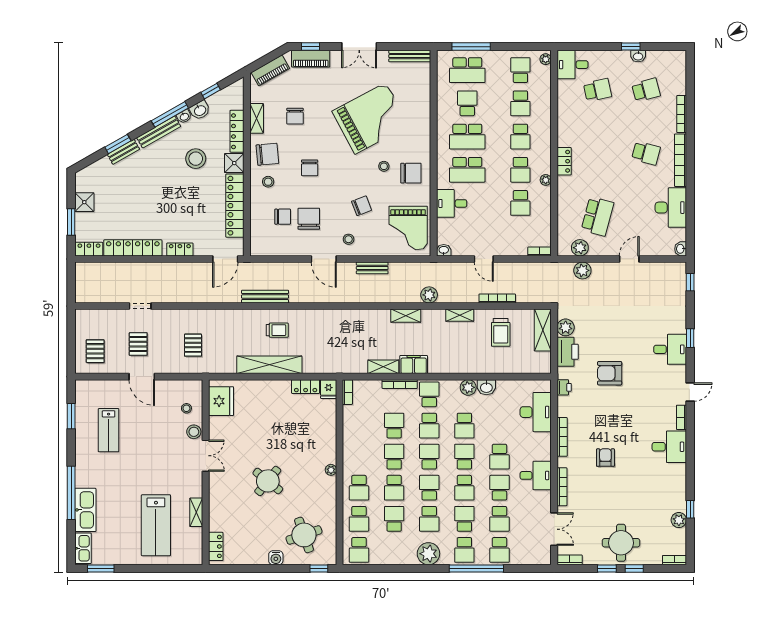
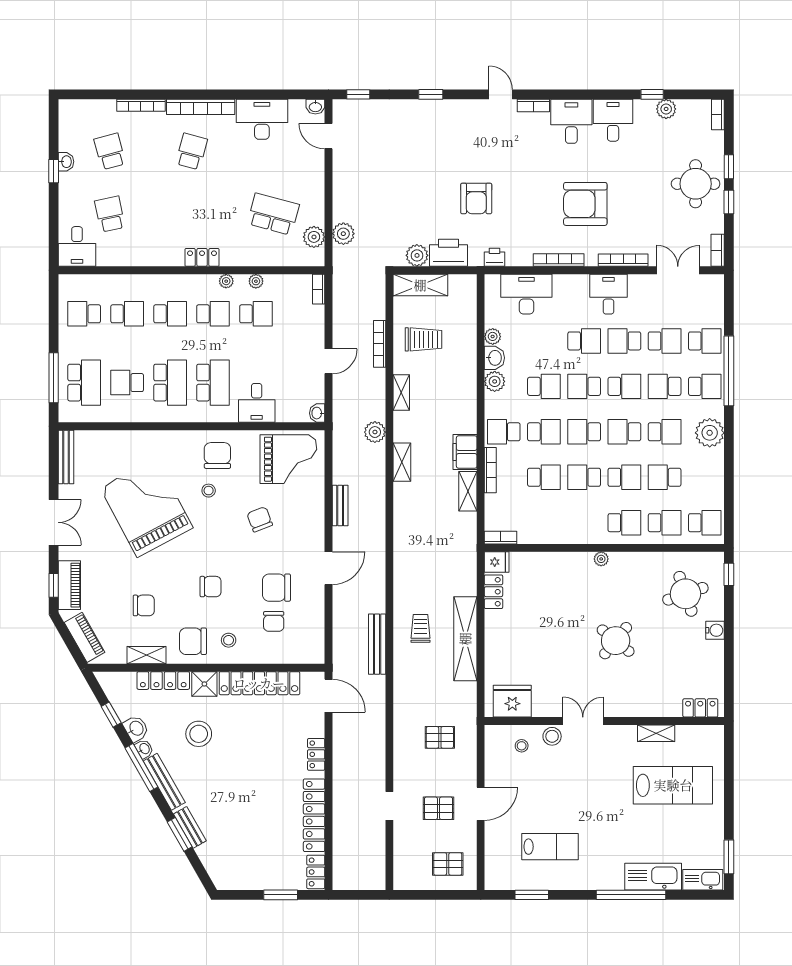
plant: (546, 59) -> (256, 281), moved
chair: (267, 154) -> (193, 641), turned -85
shower: (84, 202) -> (255, 878), removed
chair: (283, 217) -> (274, 621), turned 180
stool: (349, 239) -> (303, 536), removed
door: (629, 259) -> (329, 136), moved
desk: (670, 349) -> (613, 120), moved
plant: (503, 386) -> (493, 336), added
school desk: (394, 426) -> (544, 477), turned 180
armchair: (605, 458) -> (585, 204), width x1.88, depth x1.88

